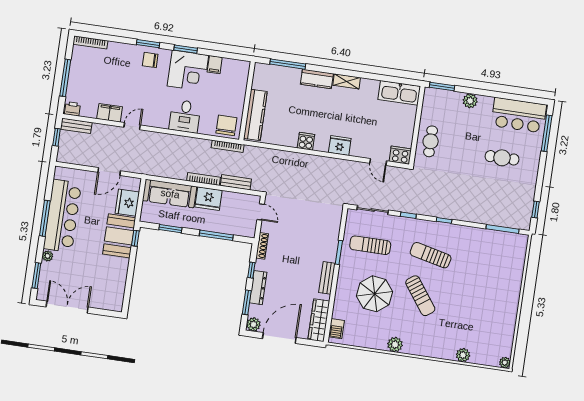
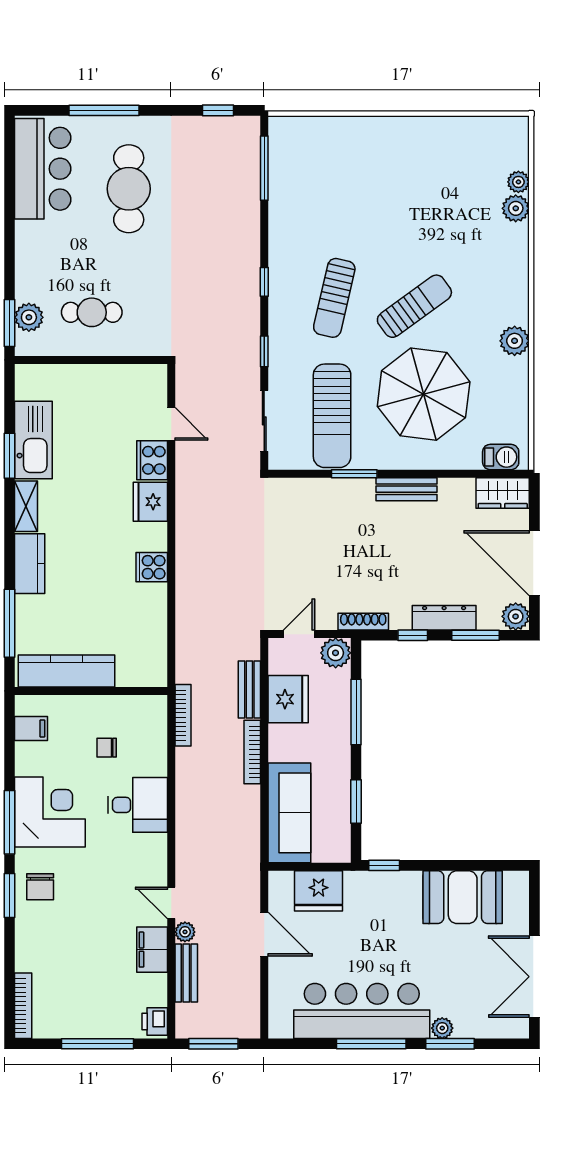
window: (186, 49) -> (10, 822), width x1.44
filing cabinet: (215, 65) -> (31, 729), moved
window: (374, 77) -> (10, 456), added
kitchen sink: (399, 93) -> (33, 440), moved
plant: (470, 101) -> (29, 317), moved
kitchen counter: (255, 115) -> (66, 671), moved
chair: (226, 125) -> (107, 748), moved, width x0.54, depth x0.54
bench: (76, 126) -> (186, 973), moved
plant: (116, 131) -> (185, 932), added
window: (547, 133) -> (104, 110), moved
window: (57, 137) -> (213, 1044), width x1.50
cafe table: (431, 141) -> (92, 312), moved
cooker: (400, 155) -> (152, 460), moved
cafe table: (502, 158) -> (129, 189), width x1.37, depth x1.35
door: (378, 162) -> (171, 424), hinge flipped
fridge: (208, 199) -> (288, 699), moved
plant: (248, 229) -> (336, 653), added
booth: (119, 236) -> (463, 897), moved
sun lounger: (370, 245) -> (332, 416), width x1.36, depth x1.34
window: (36, 276) -> (450, 1044), moved
parasol: (374, 294) -> (424, 394), width x1.36, depth x1.36
wardrobe: (319, 320) -> (503, 493), width x0.67
plant: (505, 363) -> (518, 182), moved

